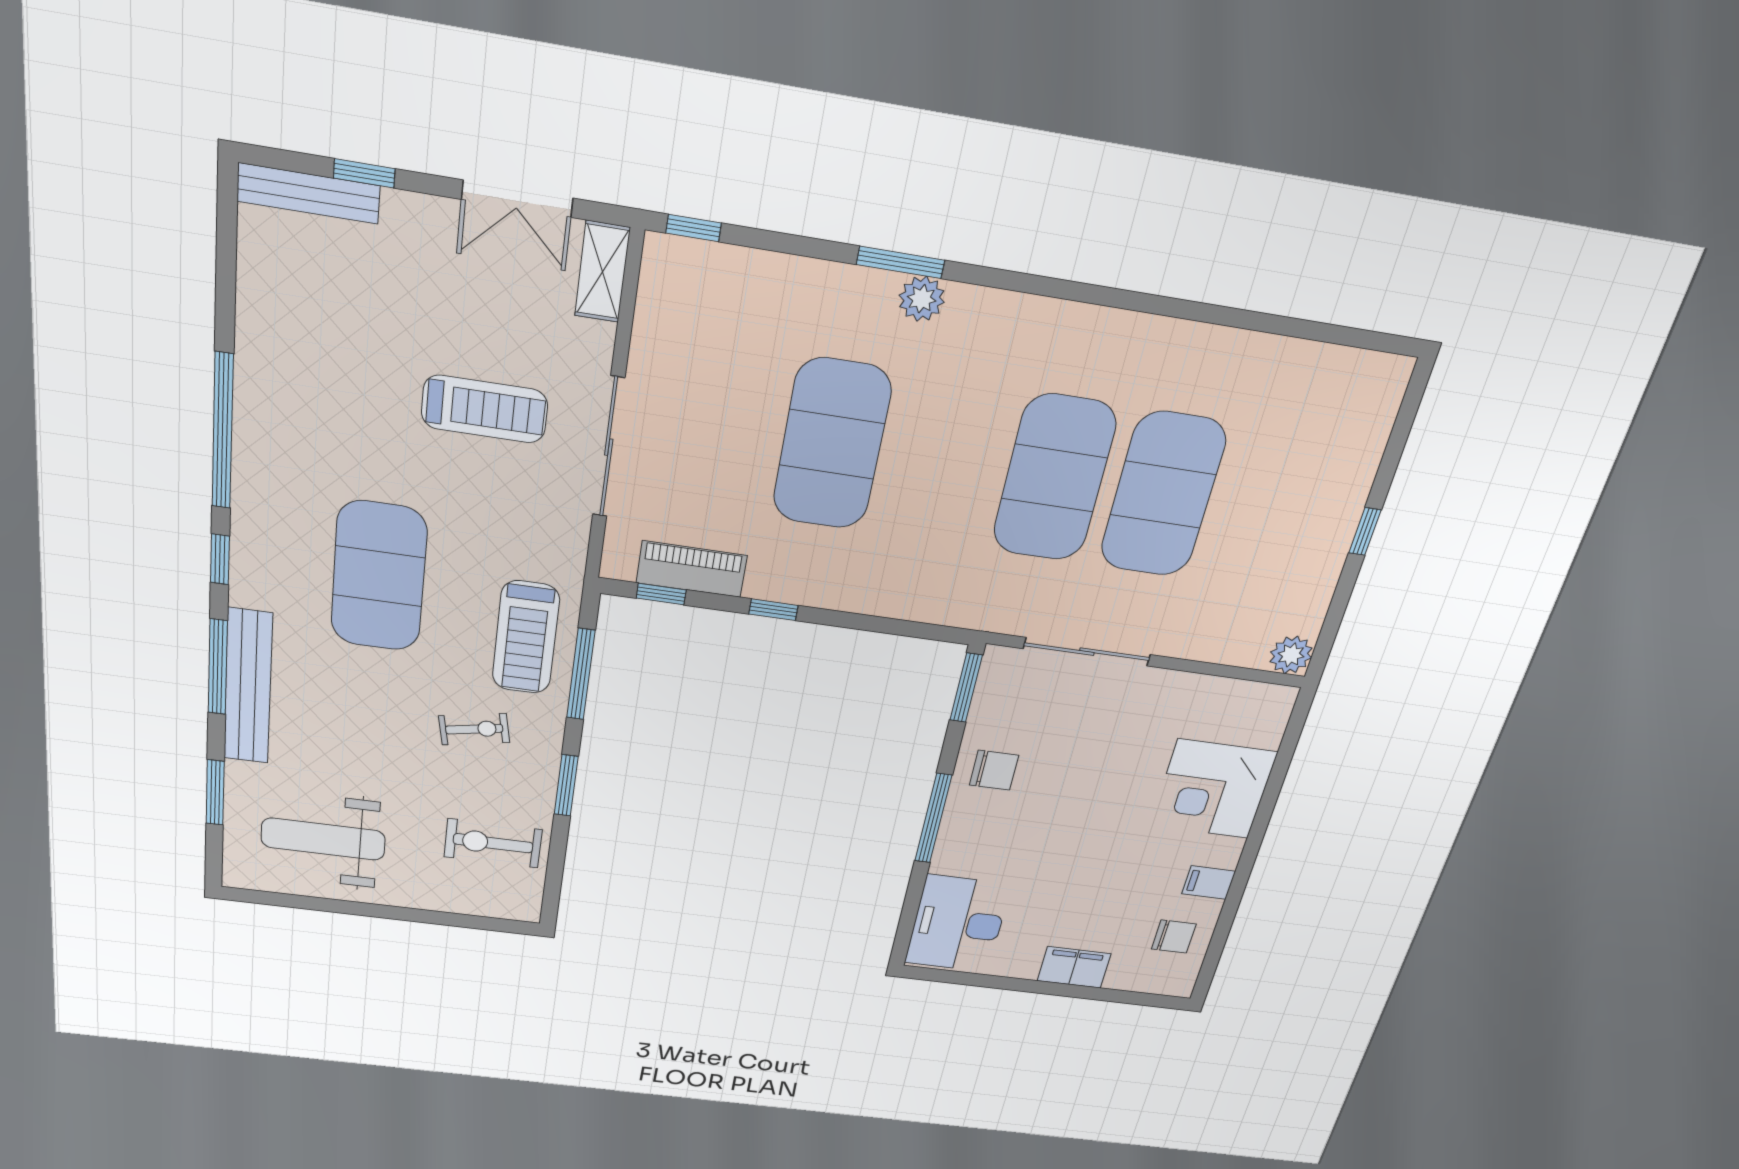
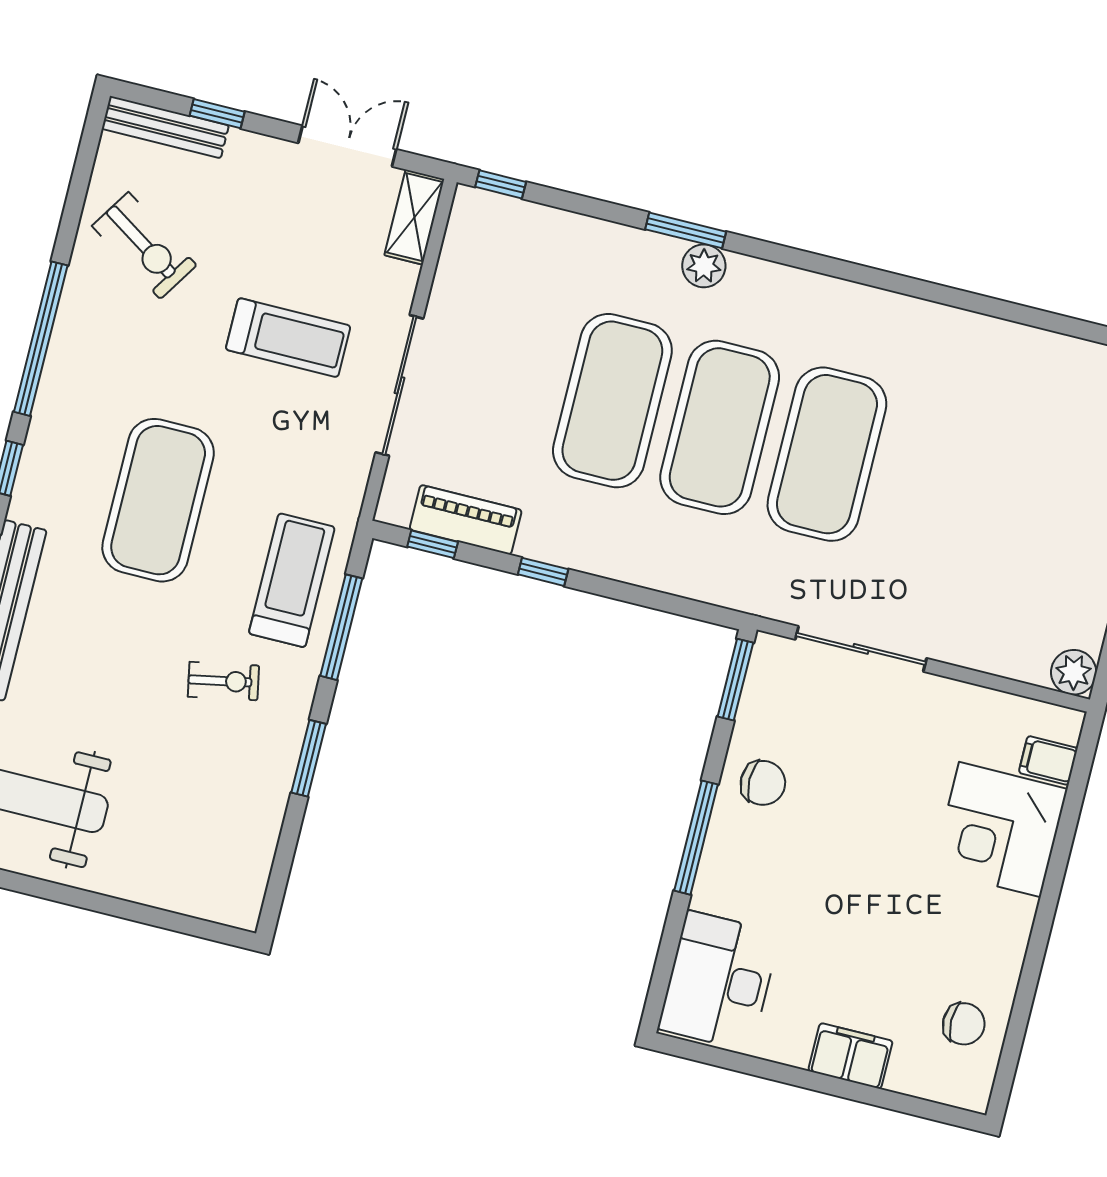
double door: (517, 199) -> (347, 146), swing flipped
exercise mat: (1163, 495) -> (720, 427), moved
treadmill: (526, 637) -> (292, 580), turned 180
exercise bike: (493, 843) -> (144, 246), moved, turned -147
filing cabinet: (1209, 882) -> (1048, 760), moved

